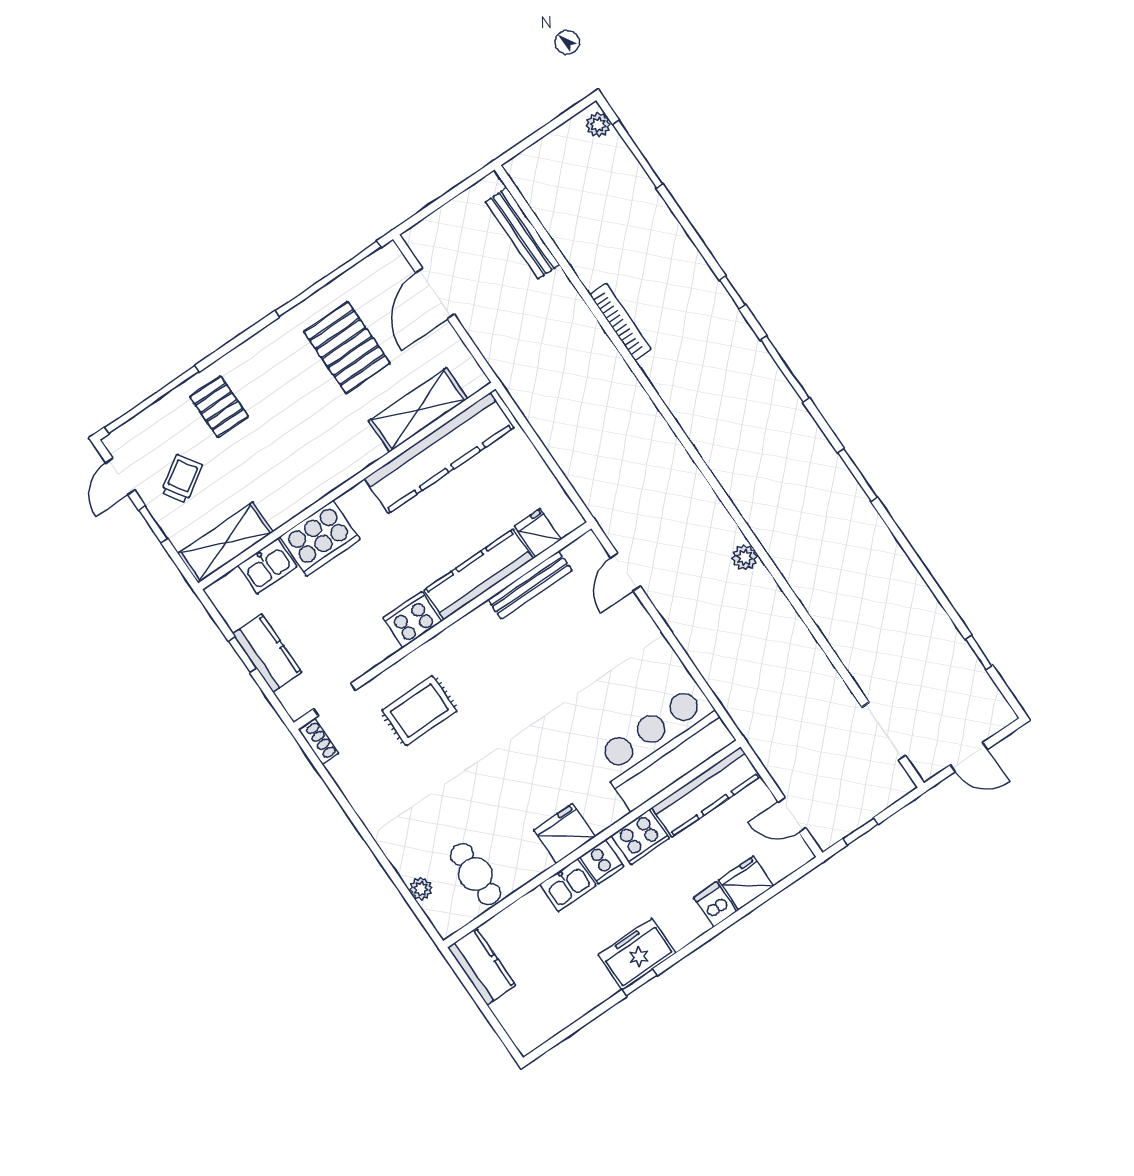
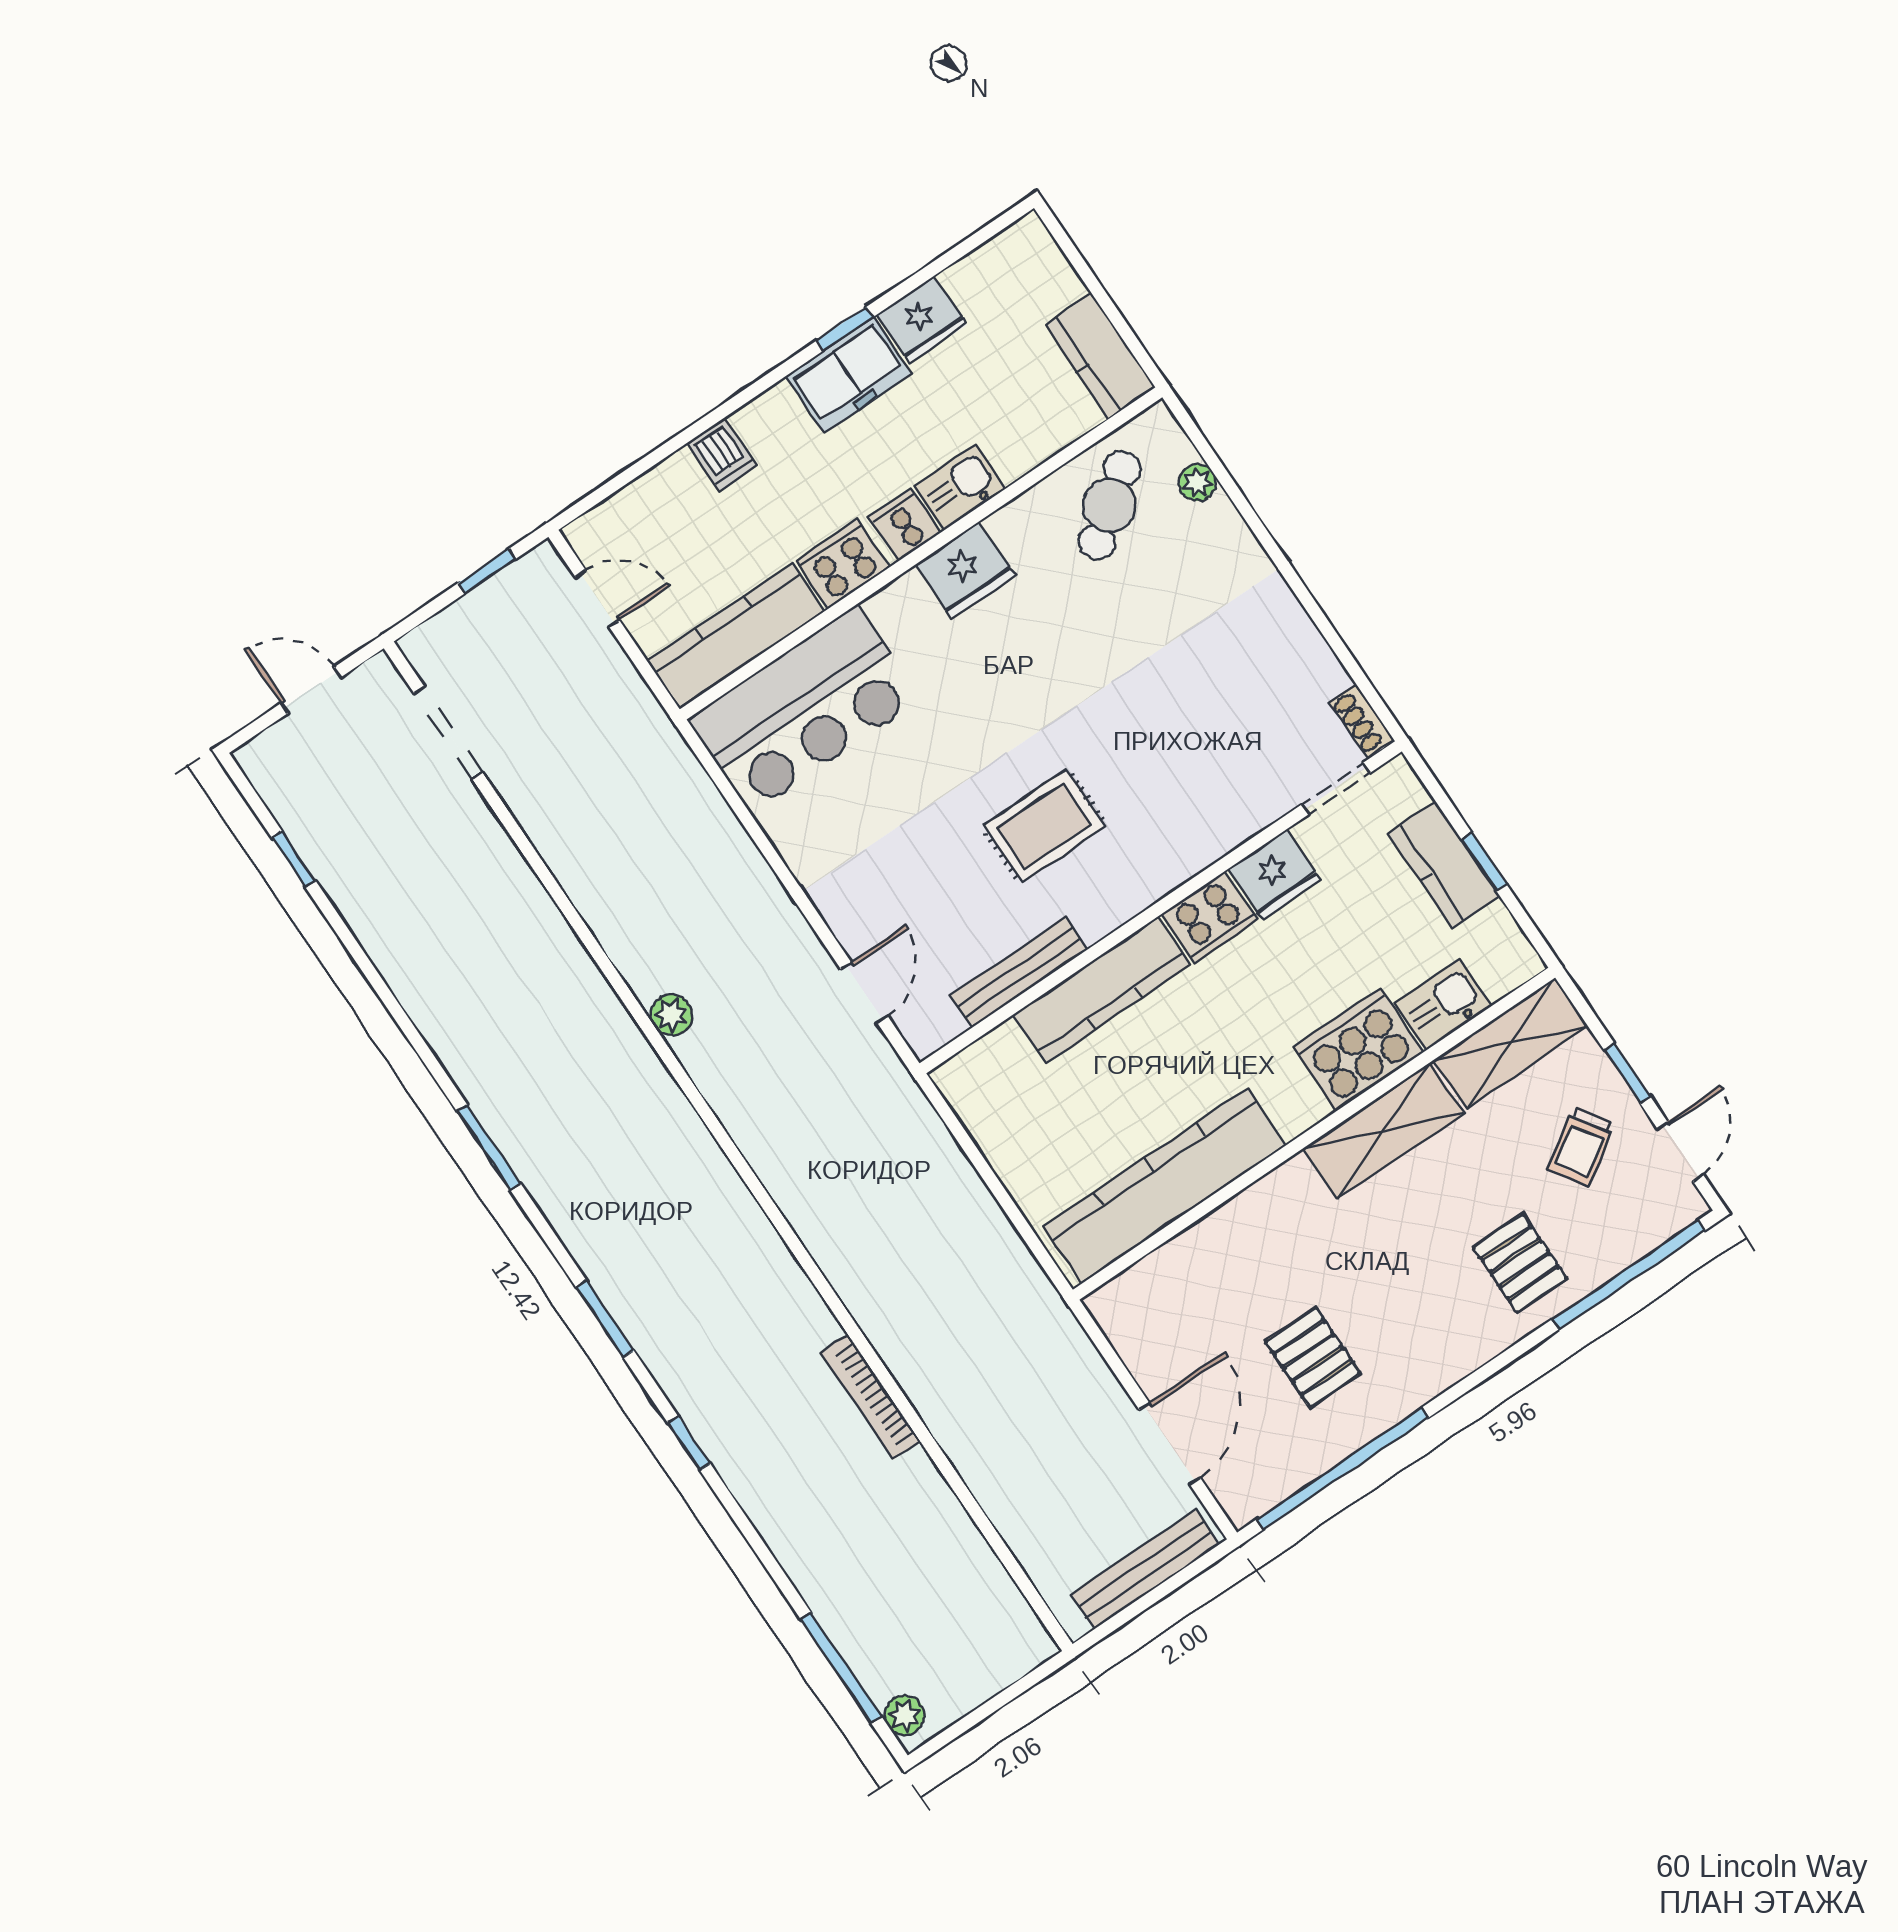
bench: (522, 233) -> (1145, 1569), moved, turned 90
pallet: (347, 348) -> (1313, 1358), width x0.67, depth x0.71
window: (785, 369) -> (605, 1319), width x0.69
shelving: (418, 410) -> (1384, 1131), moved
fridge: (538, 533) -> (1274, 874), moved, width x1.38
rug: (419, 711) -> (1044, 826), moved
cafe table: (475, 874) -> (1109, 505), turned 53
fridge: (746, 883) -> (922, 320), moved

